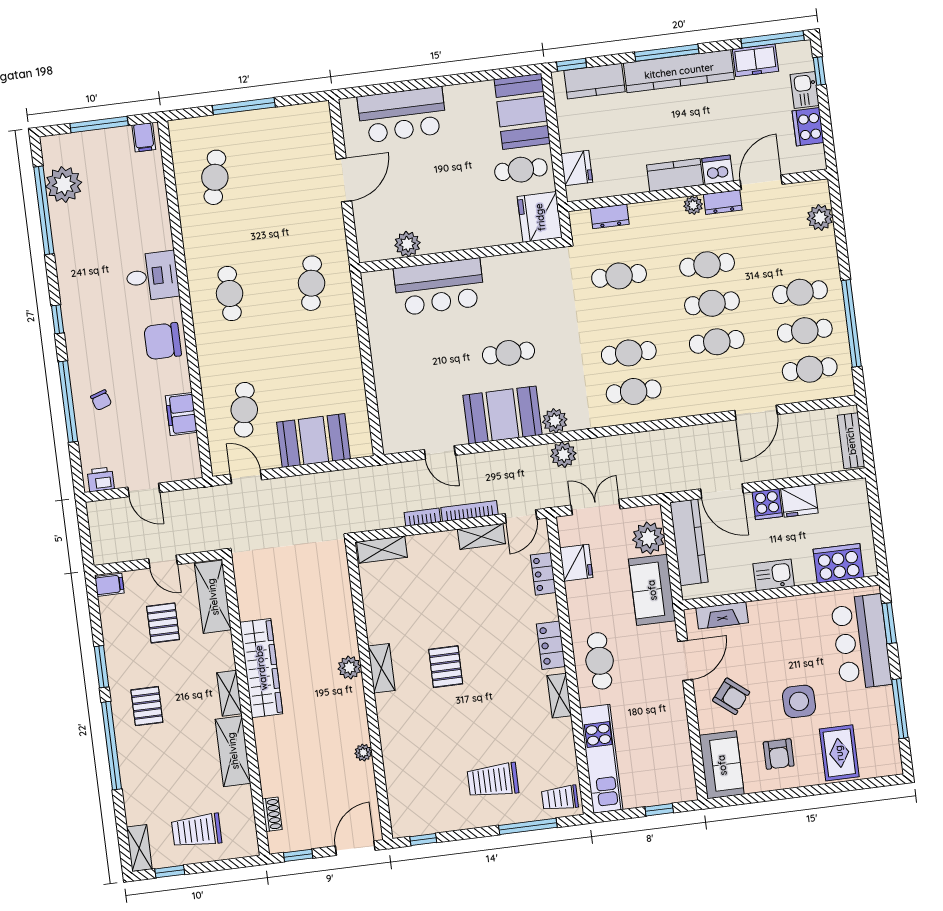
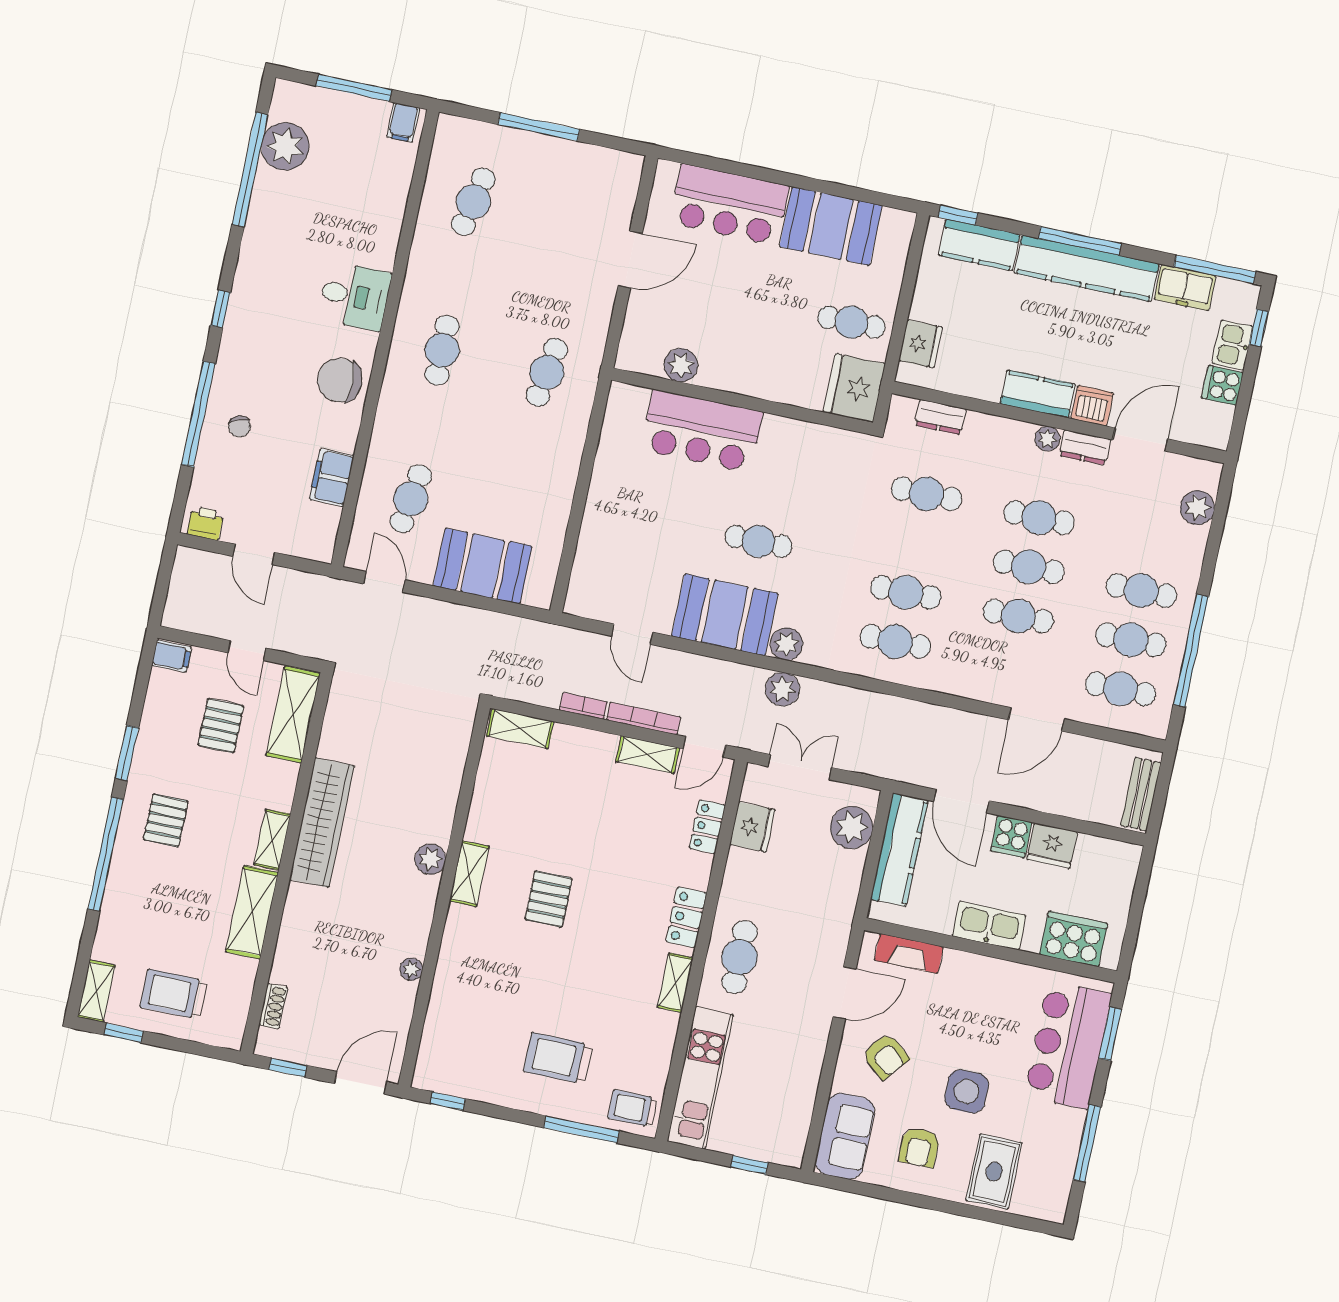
booth: (522, 111) -> (831, 226), moved, turned 90
cooker: (808, 127) -> (1222, 385), width x0.73
kitchen sink: (774, 575) -> (989, 926), width x1.38
sofa: (652, 590) -> (834, 892), removed

